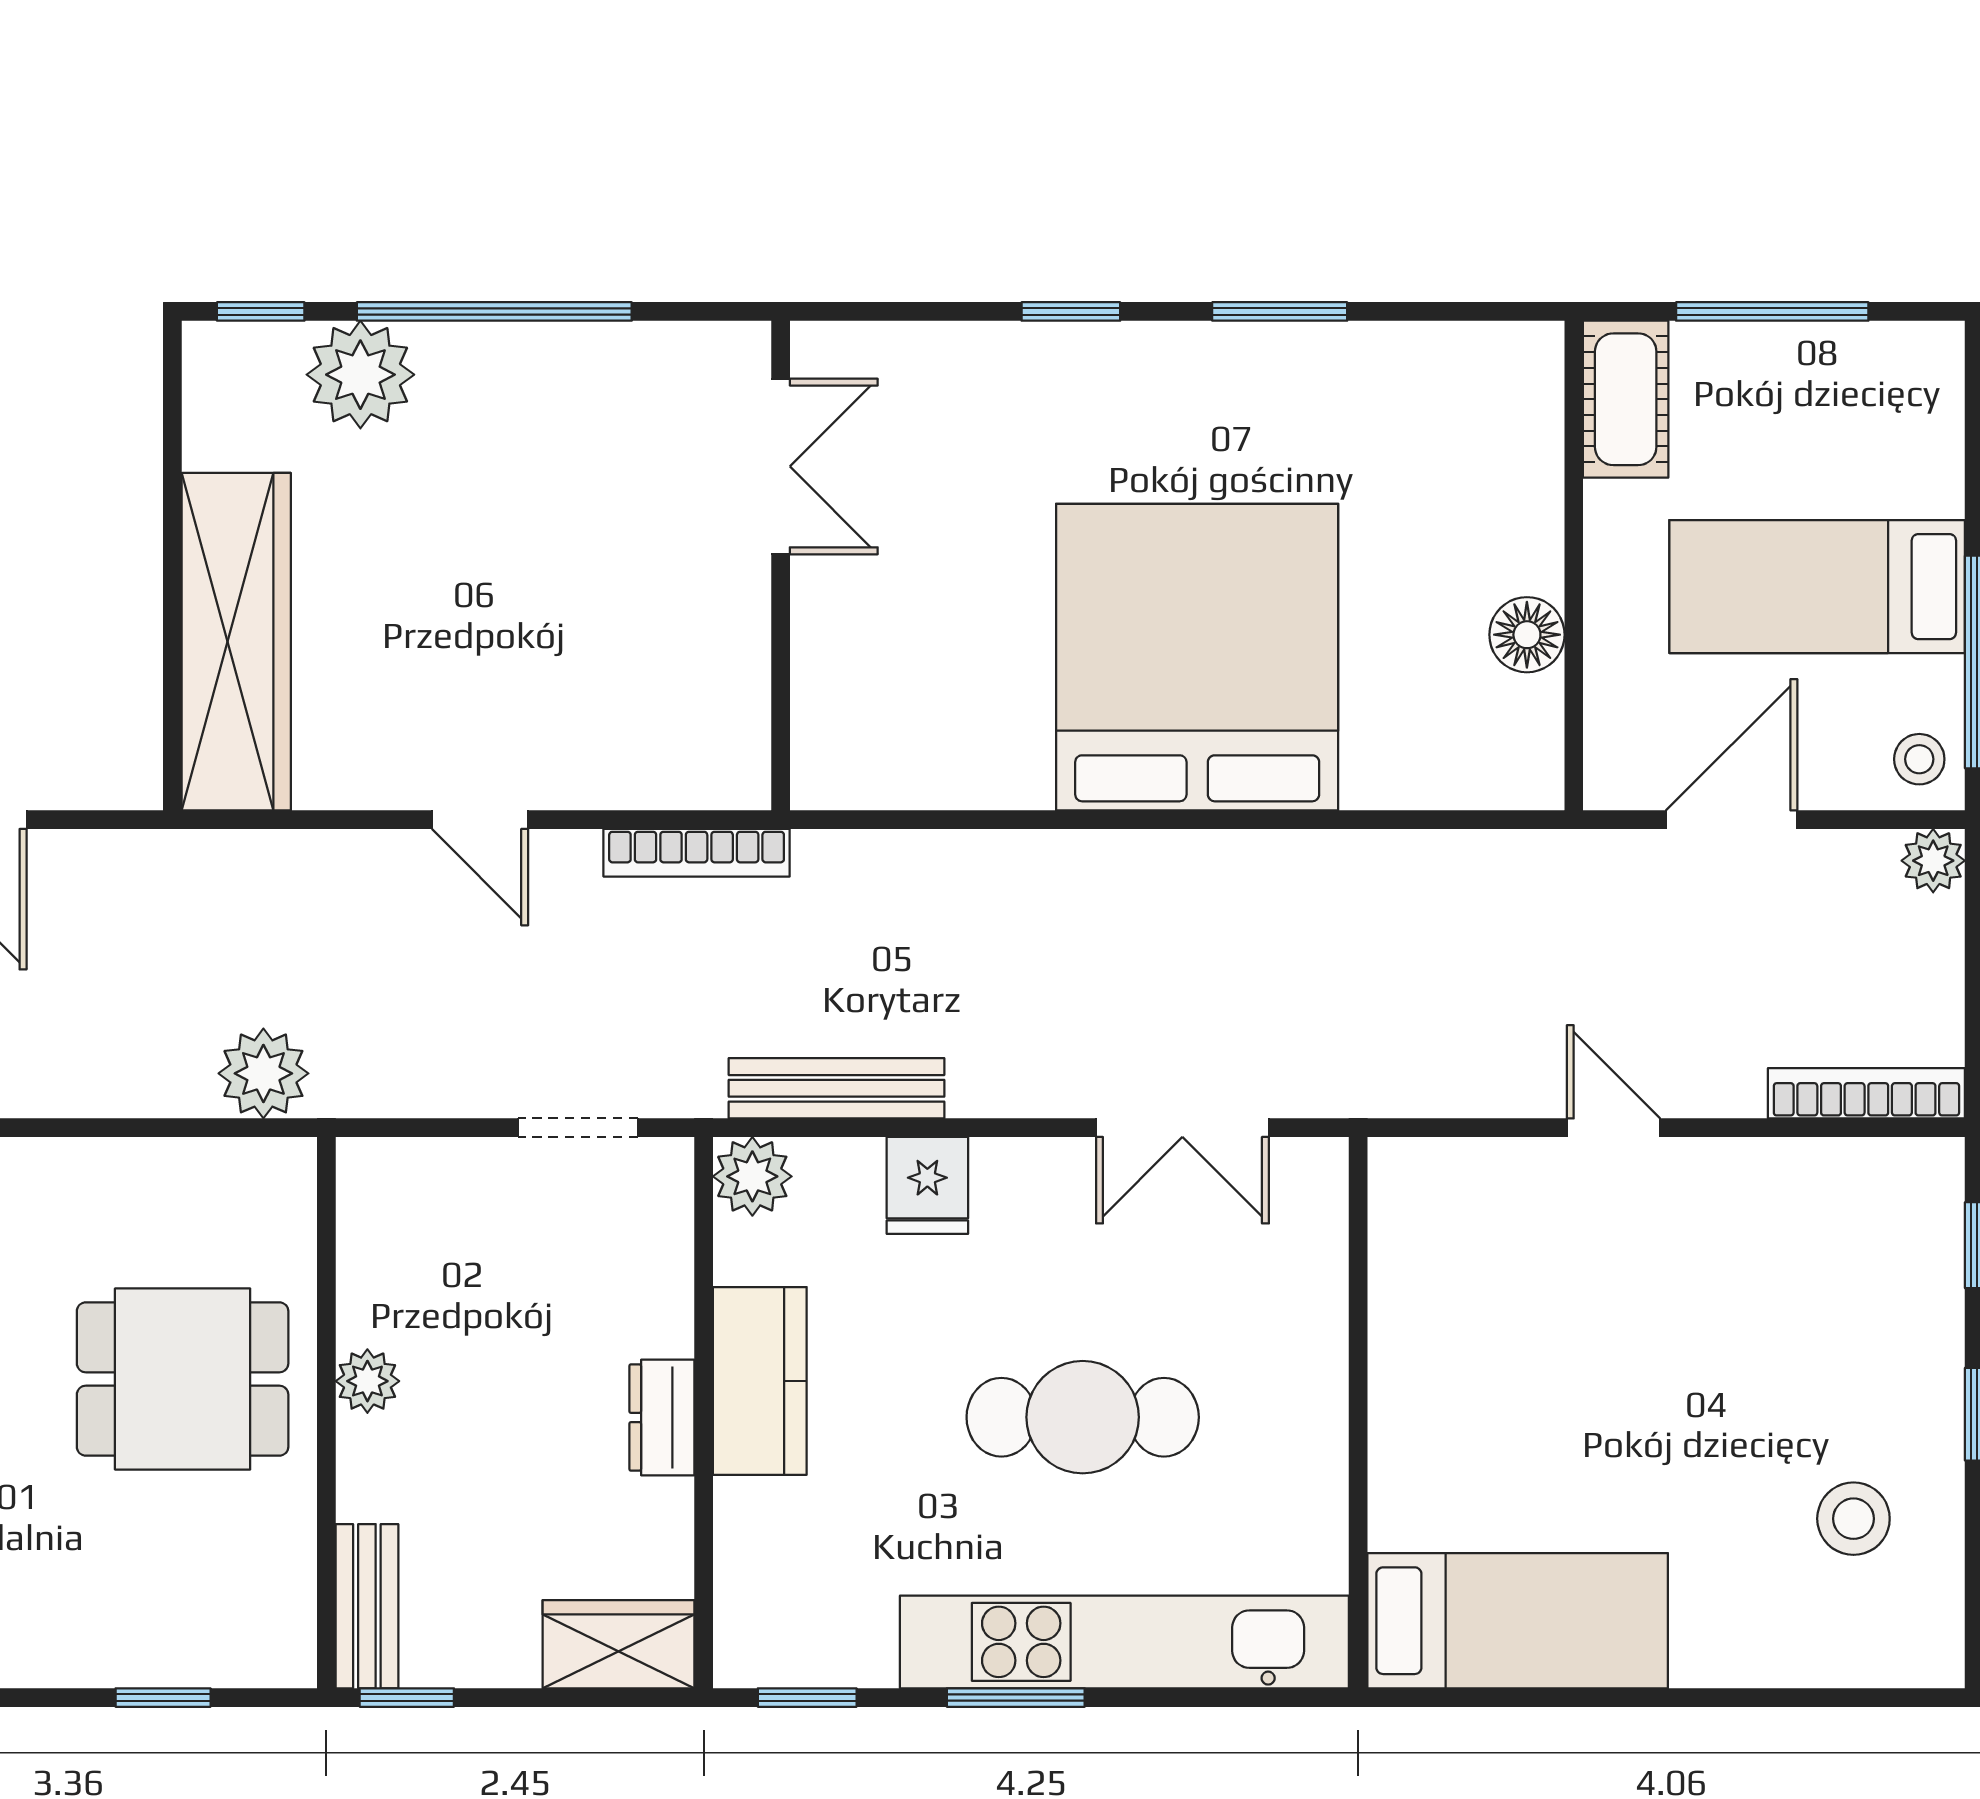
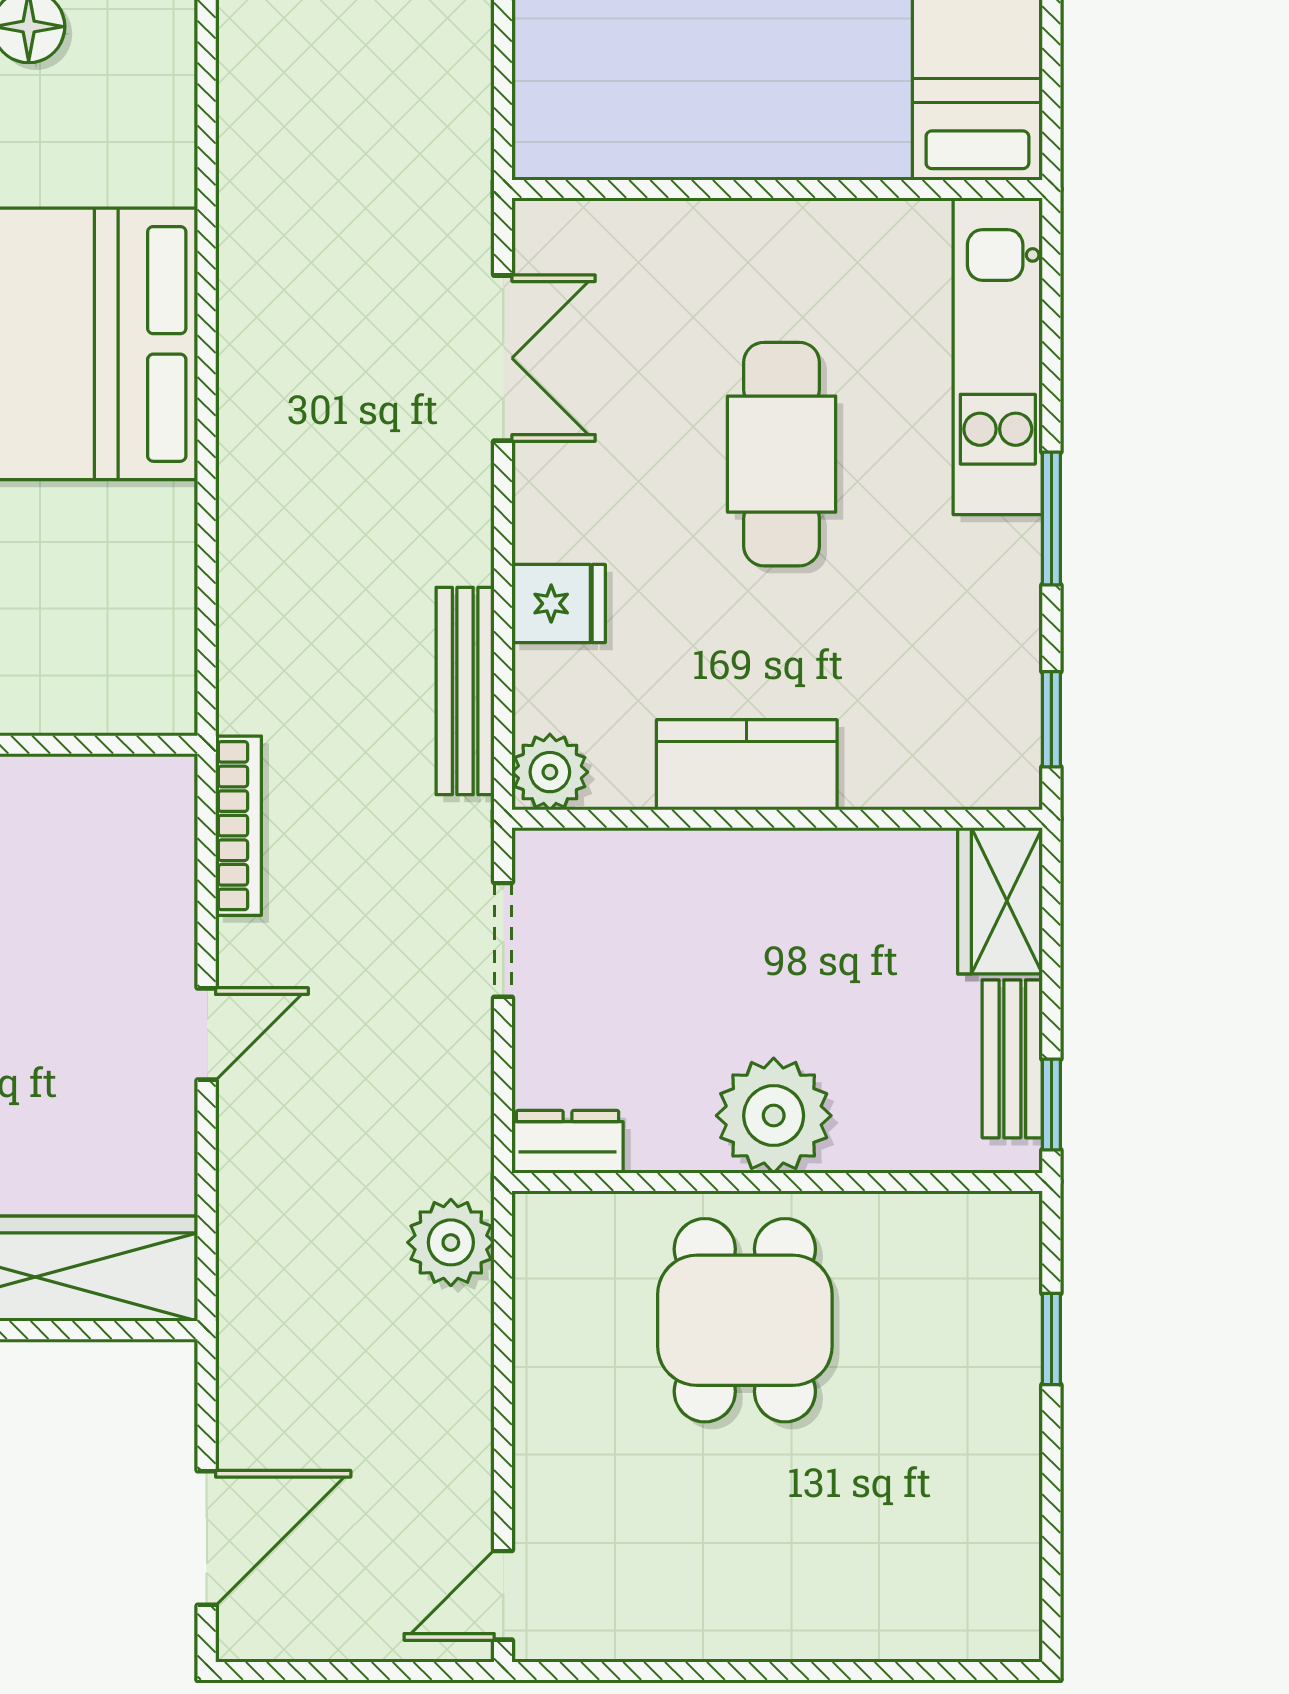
plant: (367, 1381) -> (774, 1116), width x1.88, depth x1.88
dresser: (662, 1418) -> (568, 1142), moved, turned 180
bench: (367, 1606) -> (1012, 1059), moved, turned 90
kitchen unit: (1124, 1642) -> (998, 356), width x0.73

